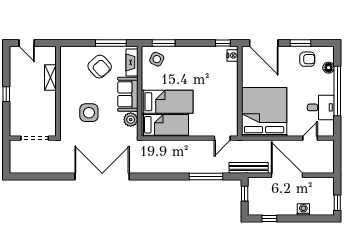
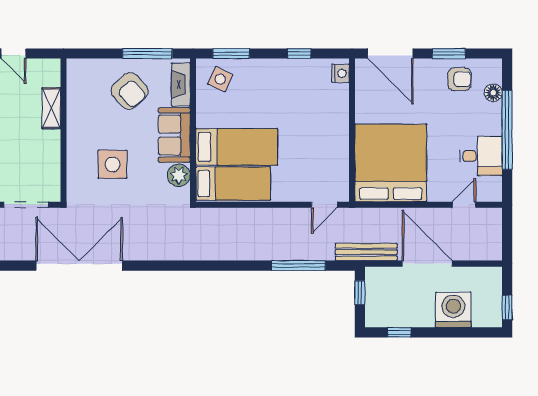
window: (223, 43) -> (299, 54), moved
double door: (102, 176) -> (79, 266), moved
washing machine: (303, 209) -> (453, 310), width x1.89, depth x1.89

